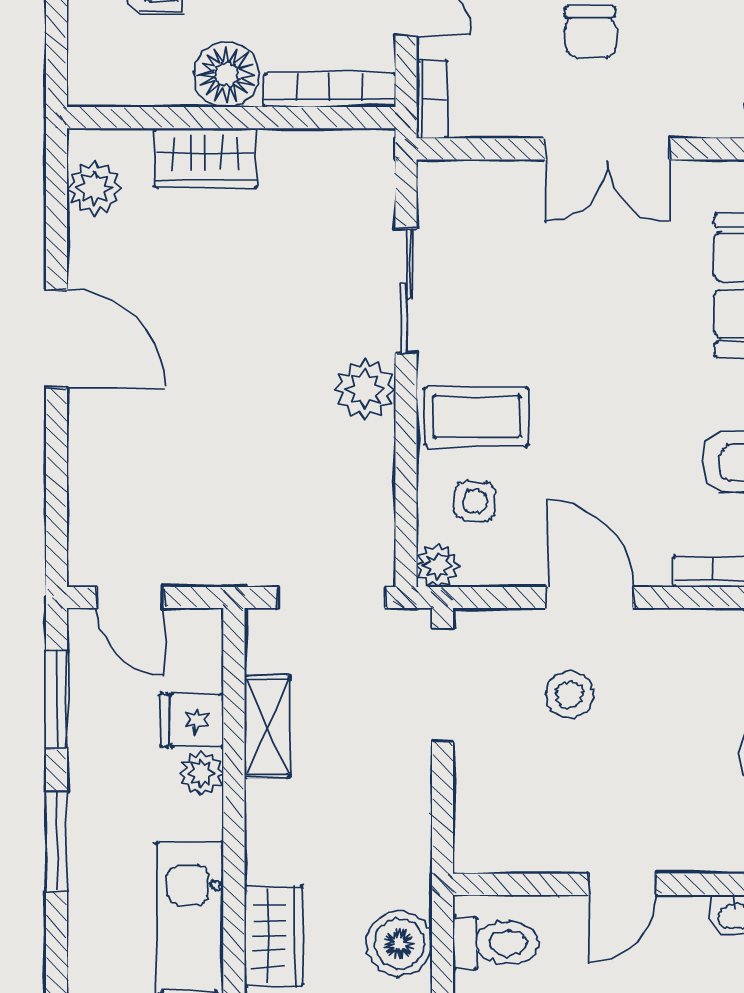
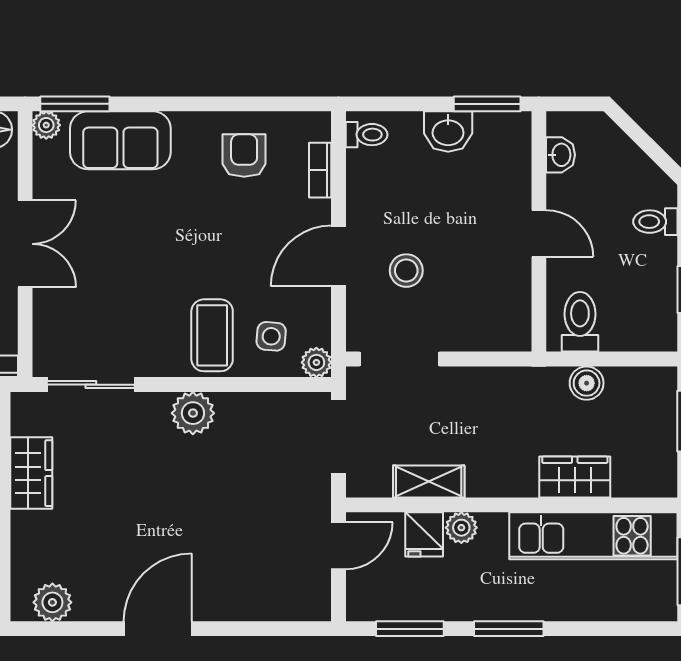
wardrobe: (206, 158) -> (31, 473), moved
sliding door: (406, 291) -> (91, 385), moved
door: (130, 597) -> (338, 546), moved
boiler: (399, 944) -> (587, 383), width x0.73, depth x0.73

